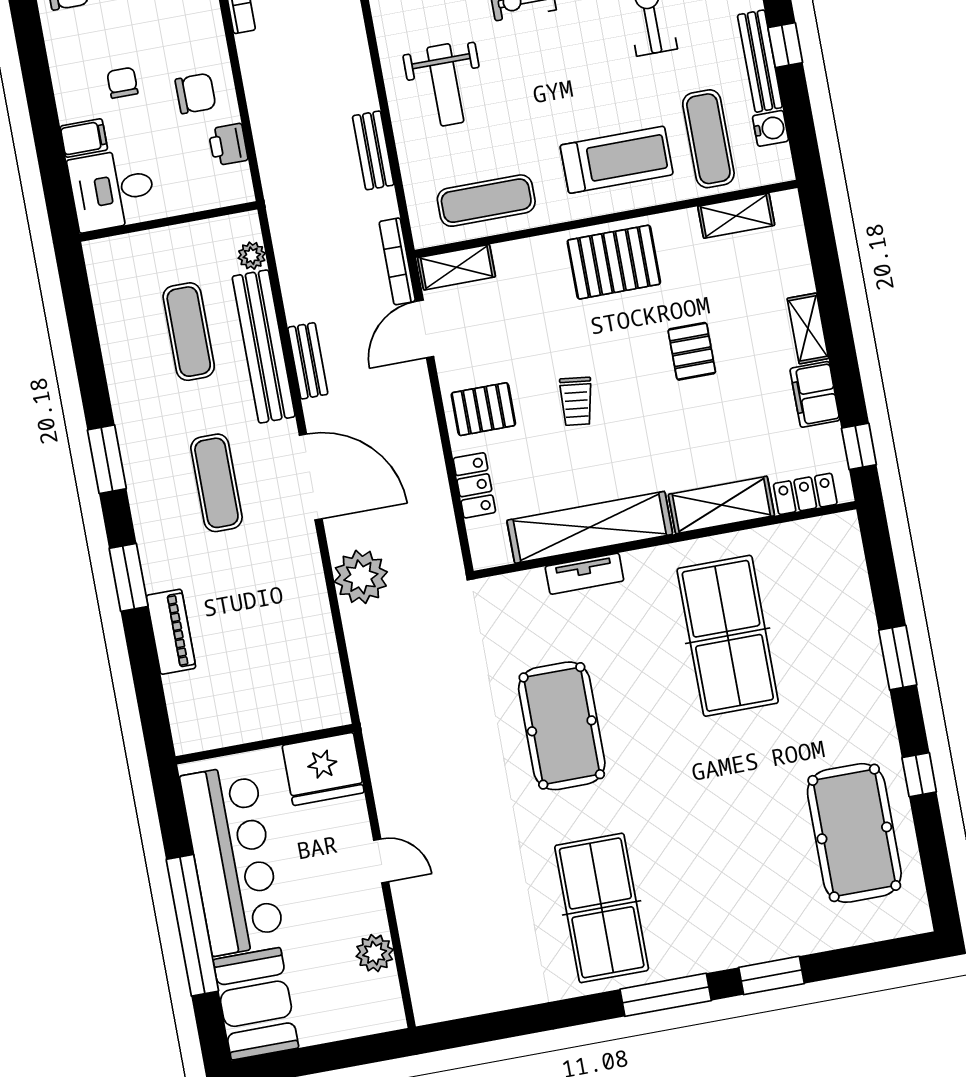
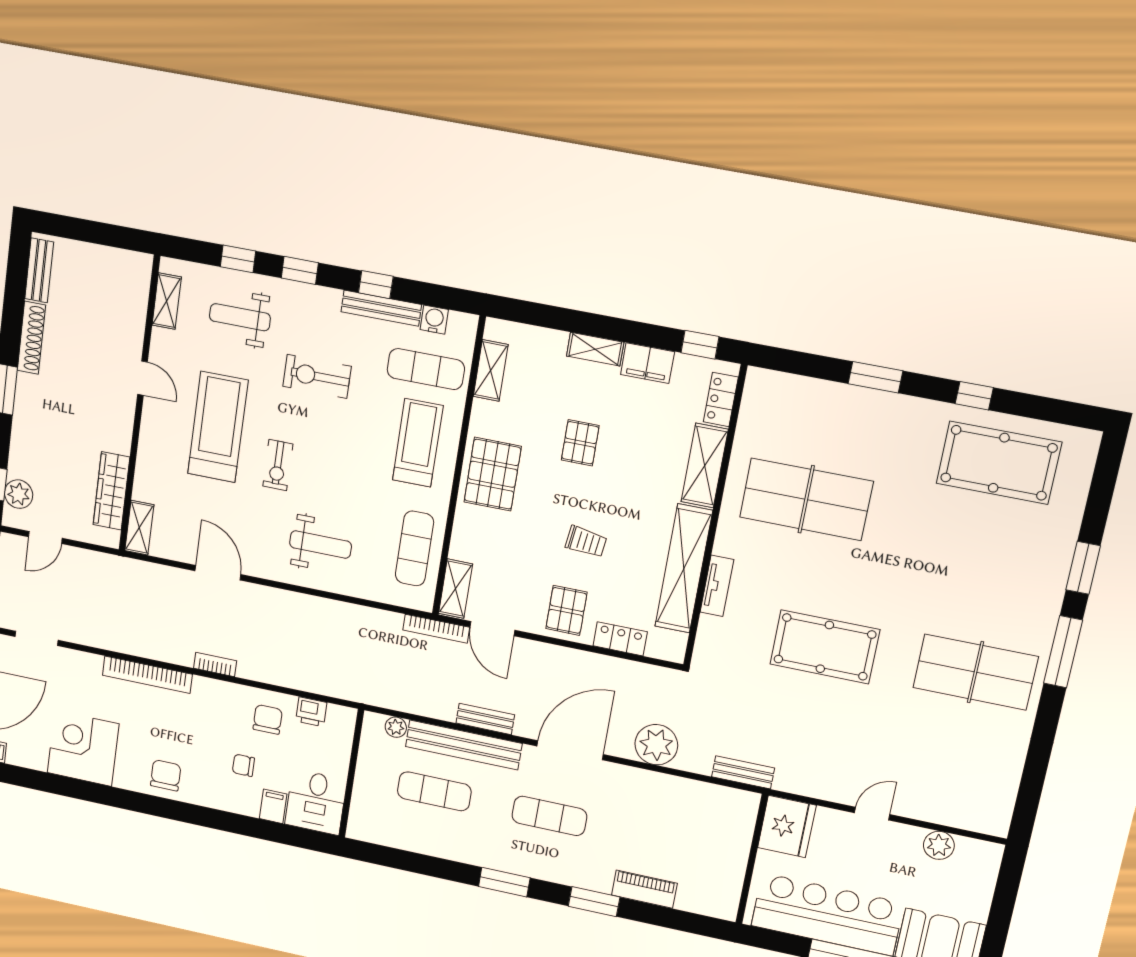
bench: (373, 150) -> (743, 772), moved
pallet: (692, 351) -> (580, 443), turned 90

